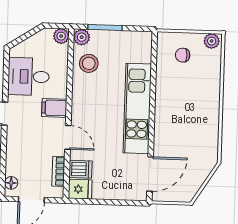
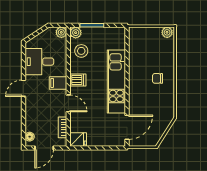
chair: (183, 55) -> (158, 78), moved
dishwasher: (80, 169) -> (78, 80), moved

